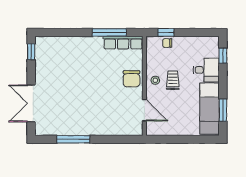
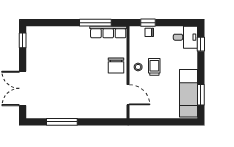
desk: (206, 70) -> (185, 37), moved

